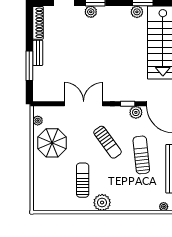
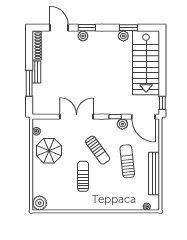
sun lounger: (83, 180) -> (83, 176), moved
plant: (102, 203) -> (40, 203), moved

